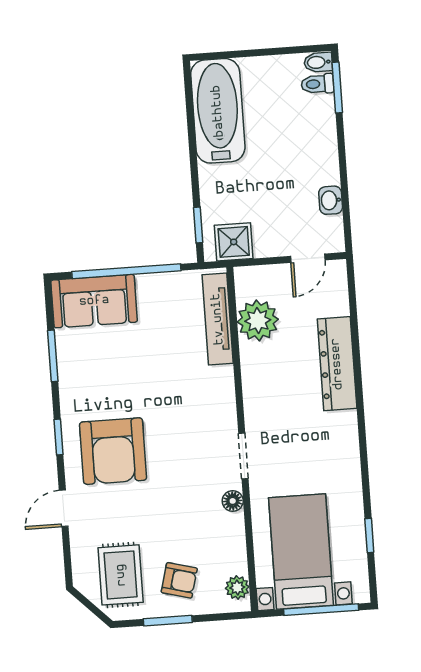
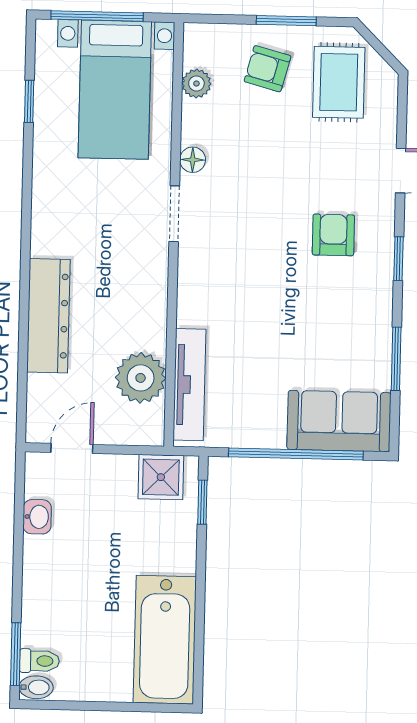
armchair: (113, 451) -> (333, 235), width x0.53, depth x0.53
plant: (237, 588) -> (196, 84), moved

